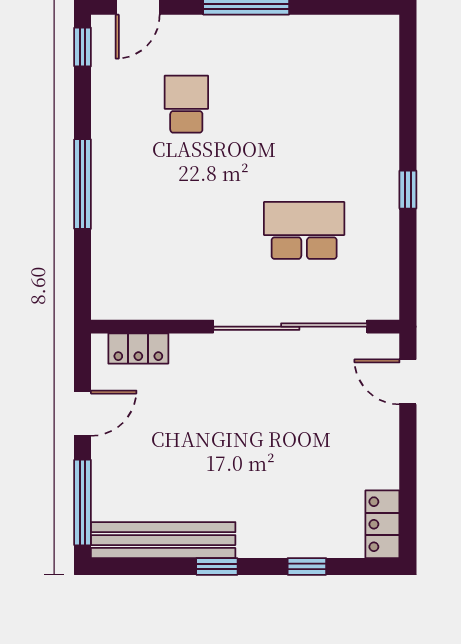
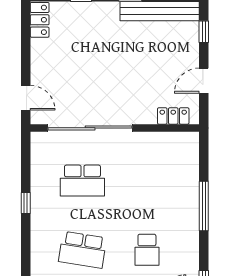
school desk: (304, 104) -> (82, 250), added
window: (83, 502) -> (204, 32), width x0.46

